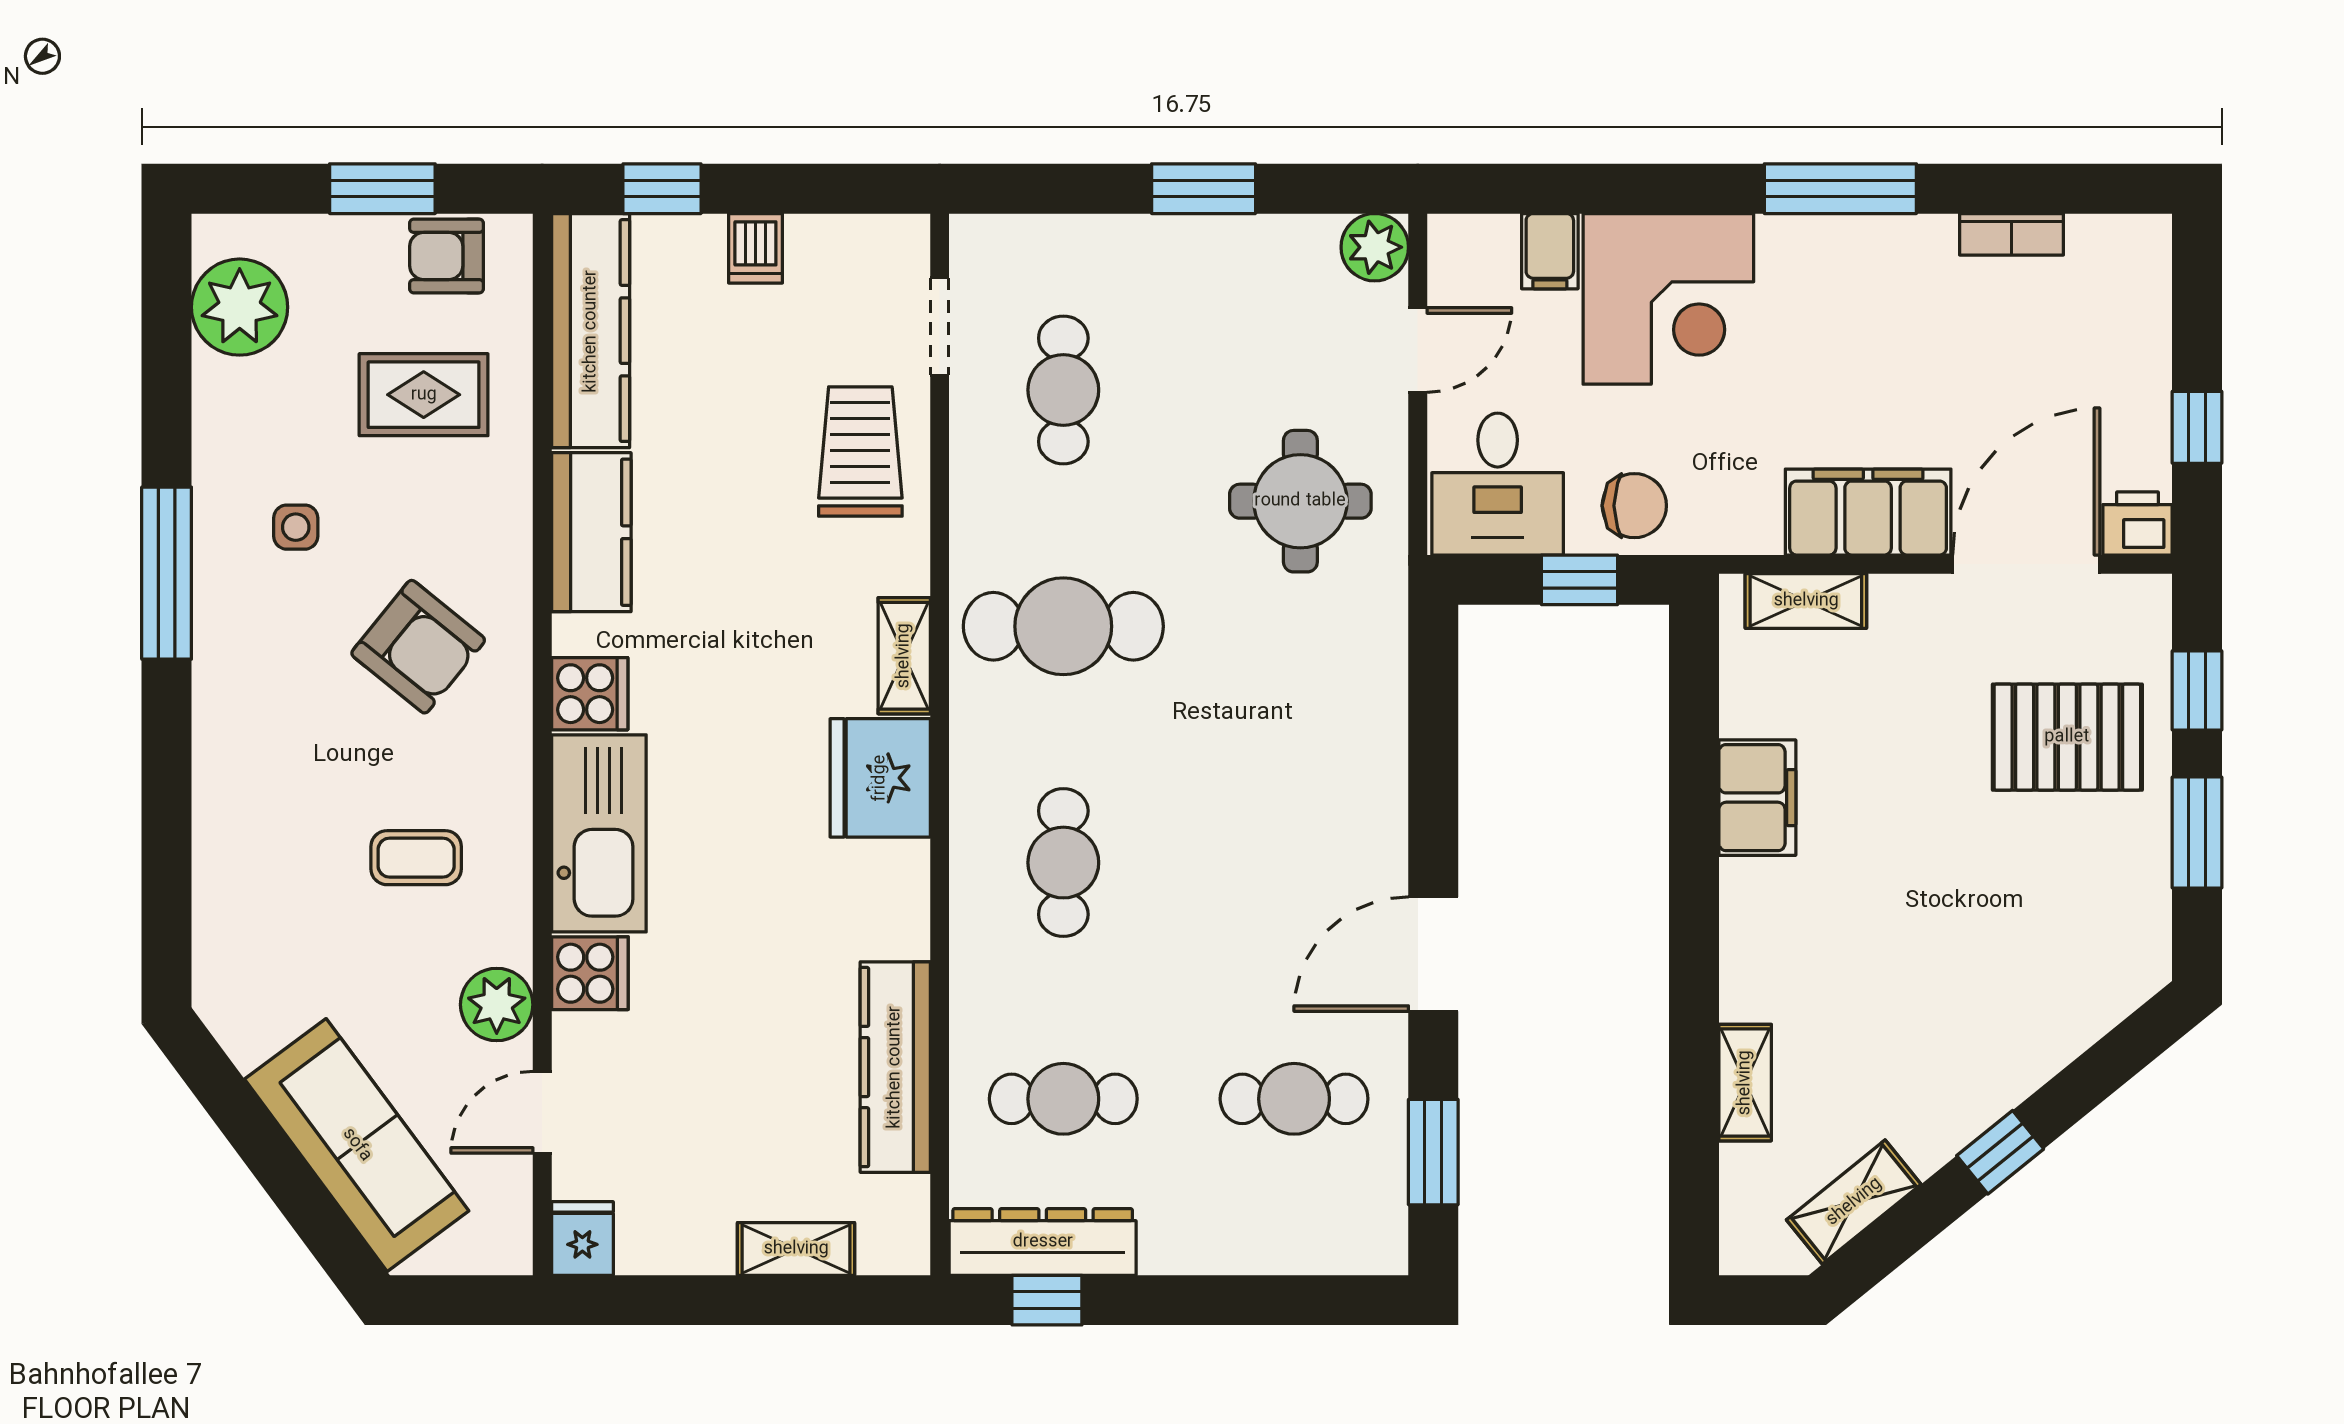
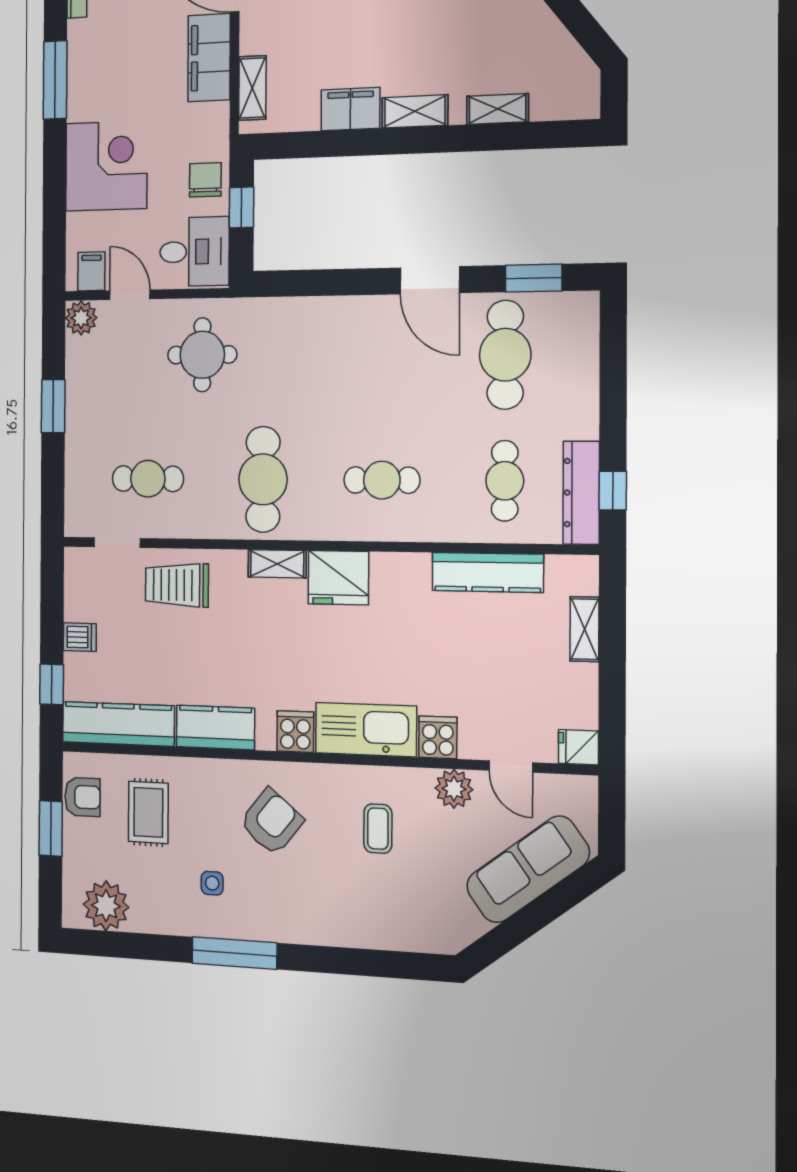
filing cabinet: (1550, 251) -> (91, 271), moved, turned -90
armchair: (447, 256) -> (82, 797), turned -90
cafe table: (1294, 1099) -> (505, 355), width x1.37, depth x1.35
shelving: (1854, 1202) -> (415, 111), moved, turned -51

